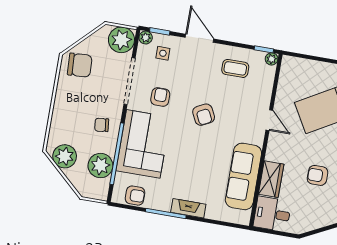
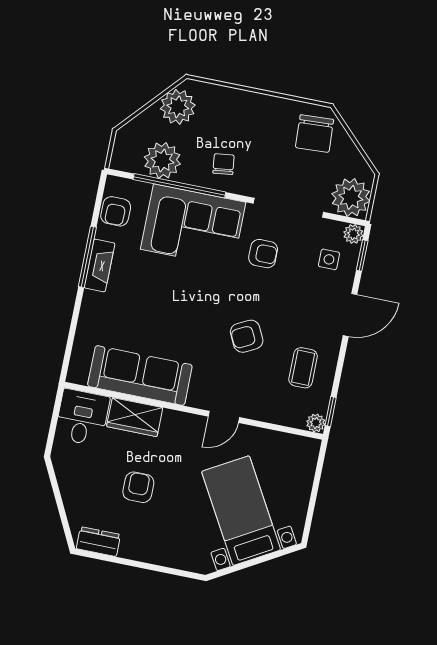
armchair: (204, 115) -> (247, 336), moved
fireplace: (188, 208) -> (99, 265), moved

